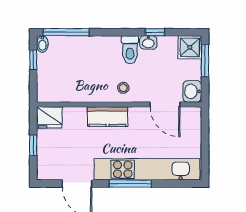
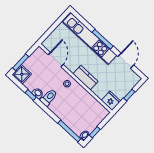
washbasin: (192, 91) -> (39, 54), removed

